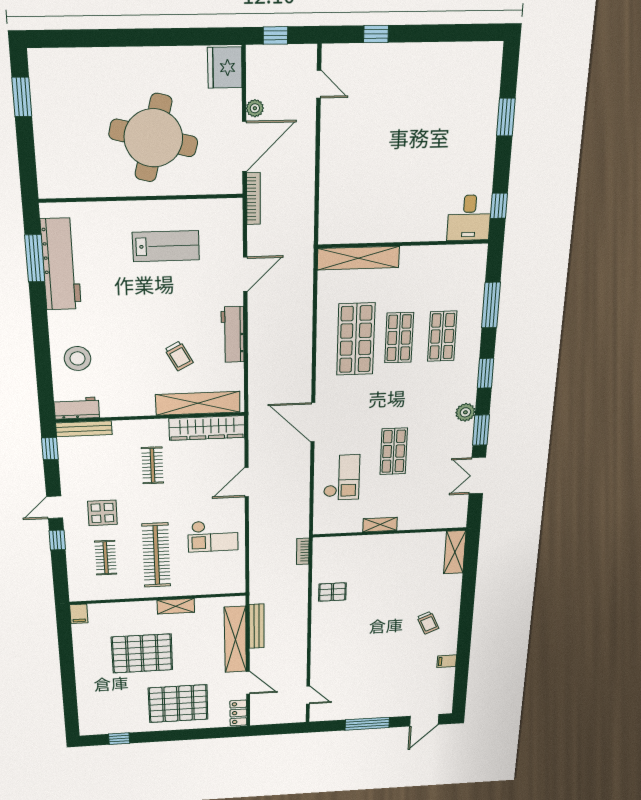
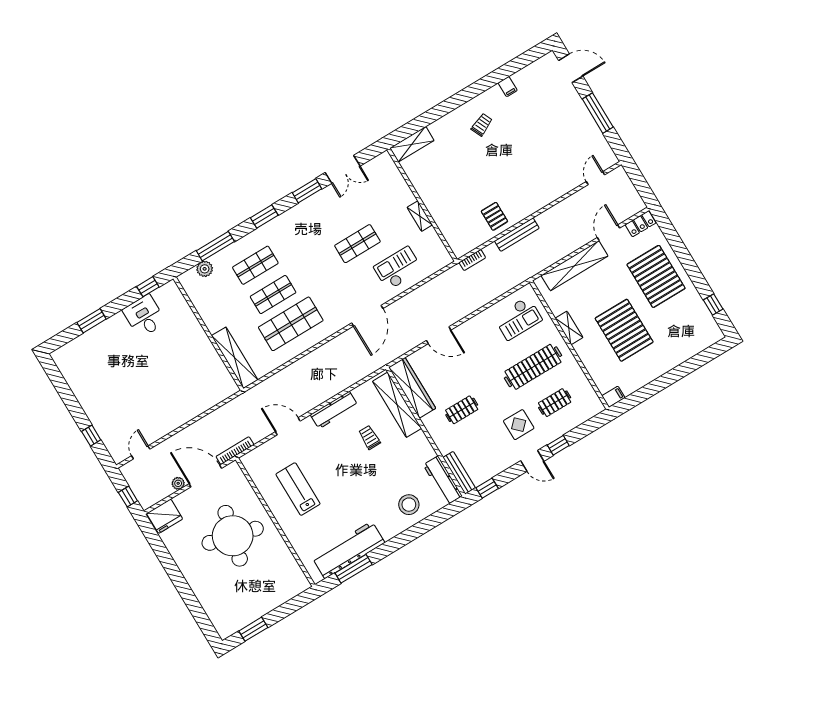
desk: (469, 218) -> (144, 316), moved, turned -90
trolley: (179, 356) -> (369, 438), turned -62
workbench: (77, 408) -> (443, 480), width x1.38
plant: (465, 412) -> (205, 269), moved
checkout: (213, 536) -> (518, 318), moved, turned 90
bench: (257, 626) -> (517, 235), moved

